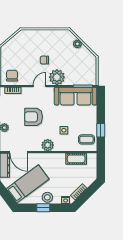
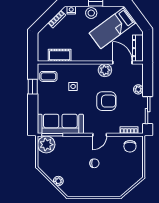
plant: (57, 77) -> (46, 145), moved
plant: (48, 145) -> (105, 70), moved

